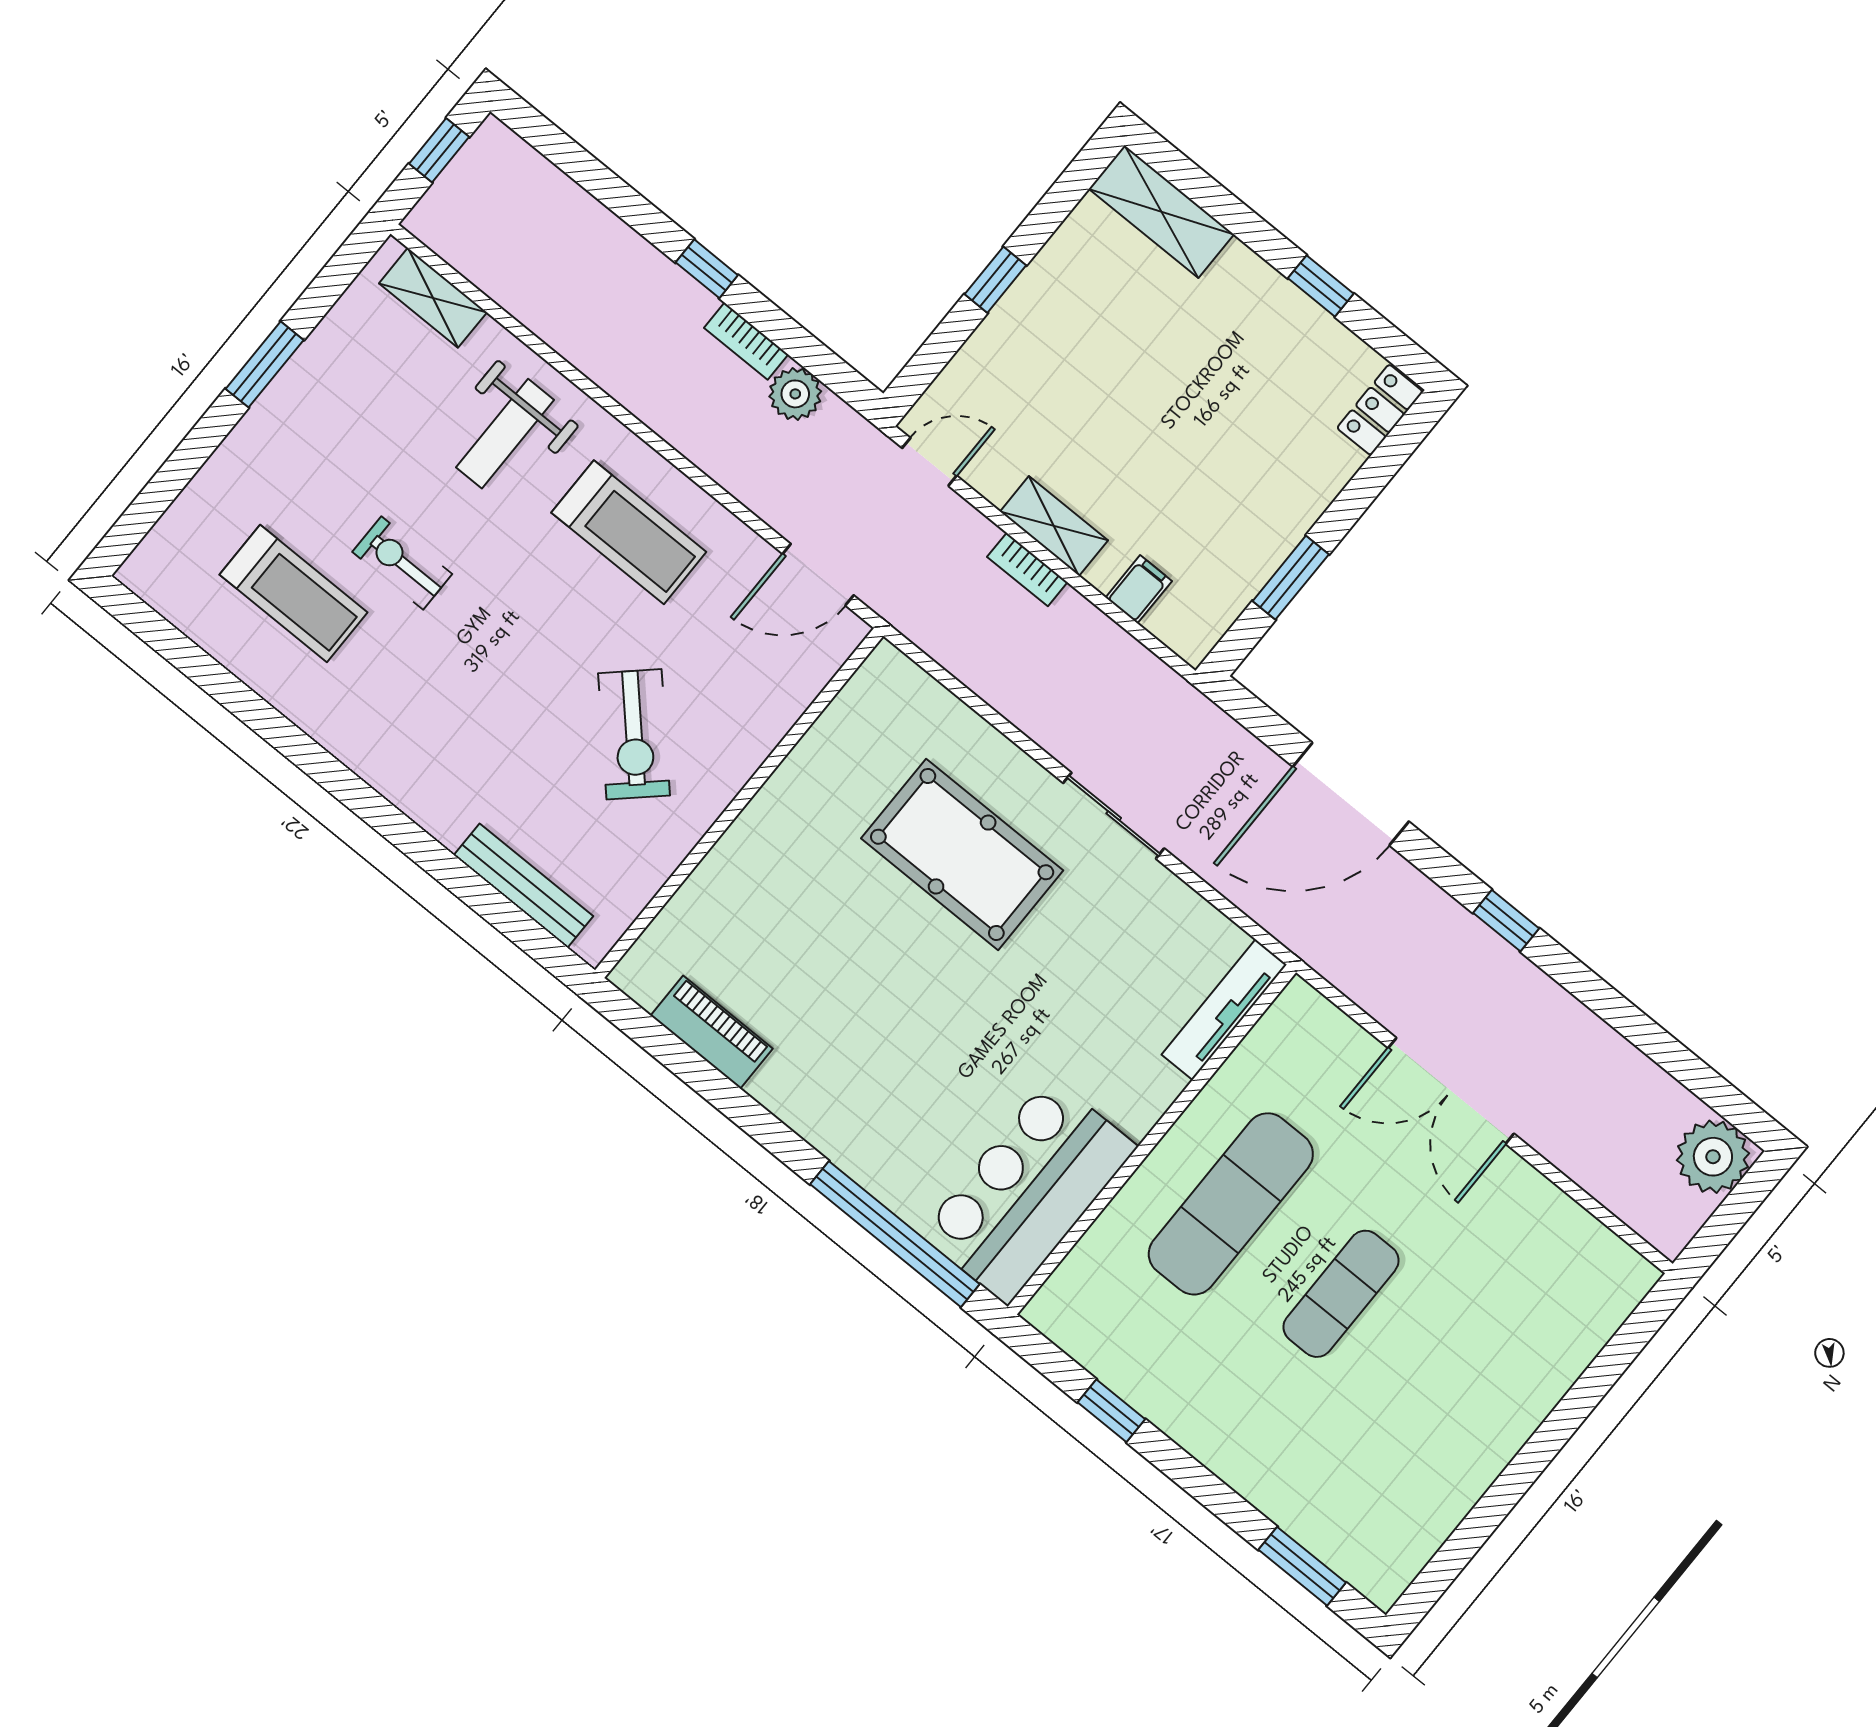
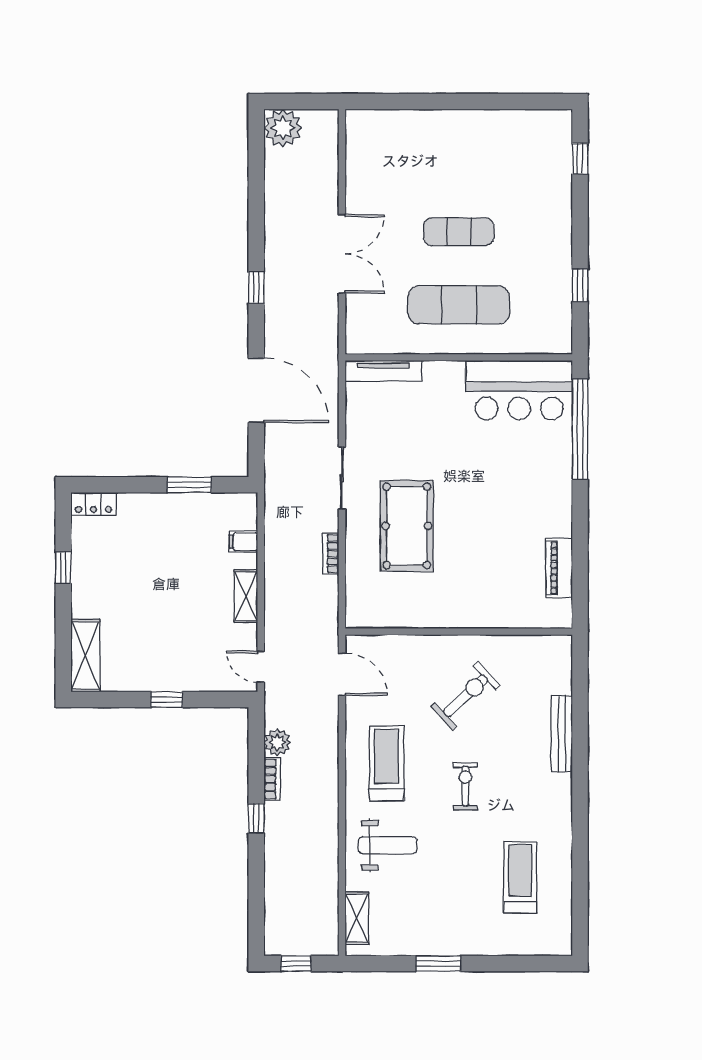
exercise bike: (402, 563) -> (465, 786), moved, turned 180
bookcase: (1027, 570) -> (331, 554), moved, turned 180
bench: (523, 886) -> (562, 734), moved
window: (1302, 1566) -> (580, 159), width x0.67

